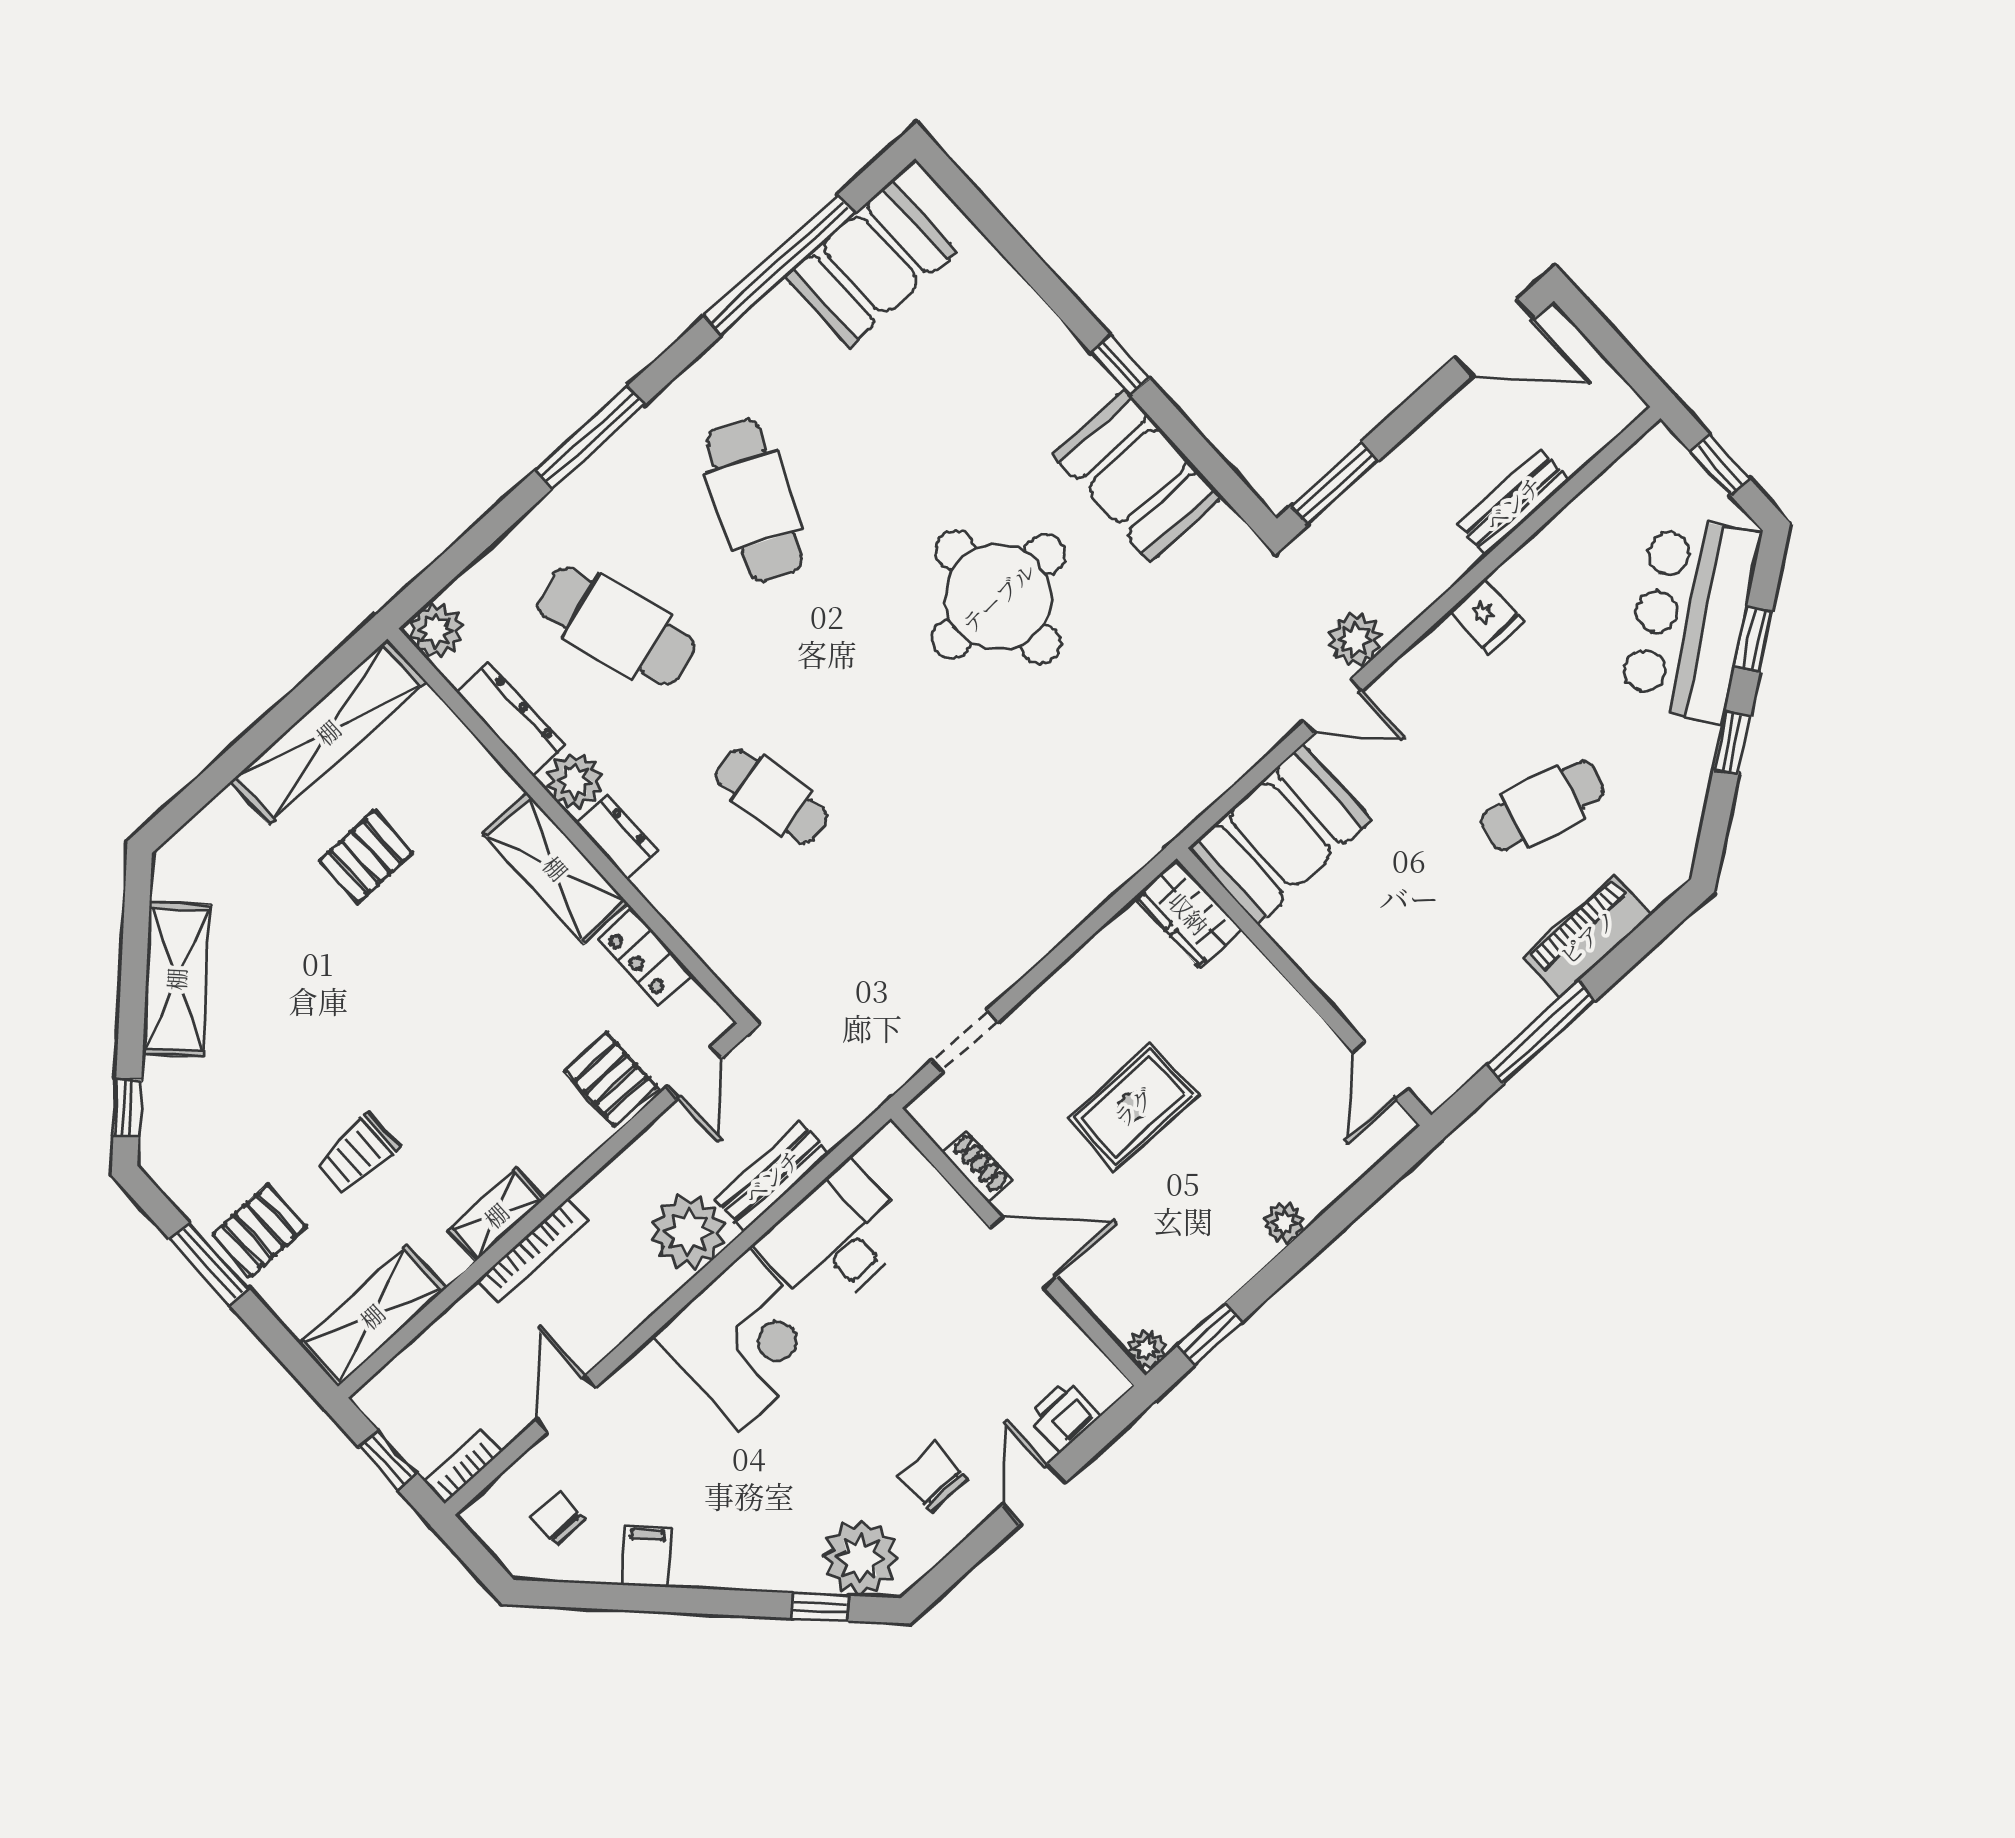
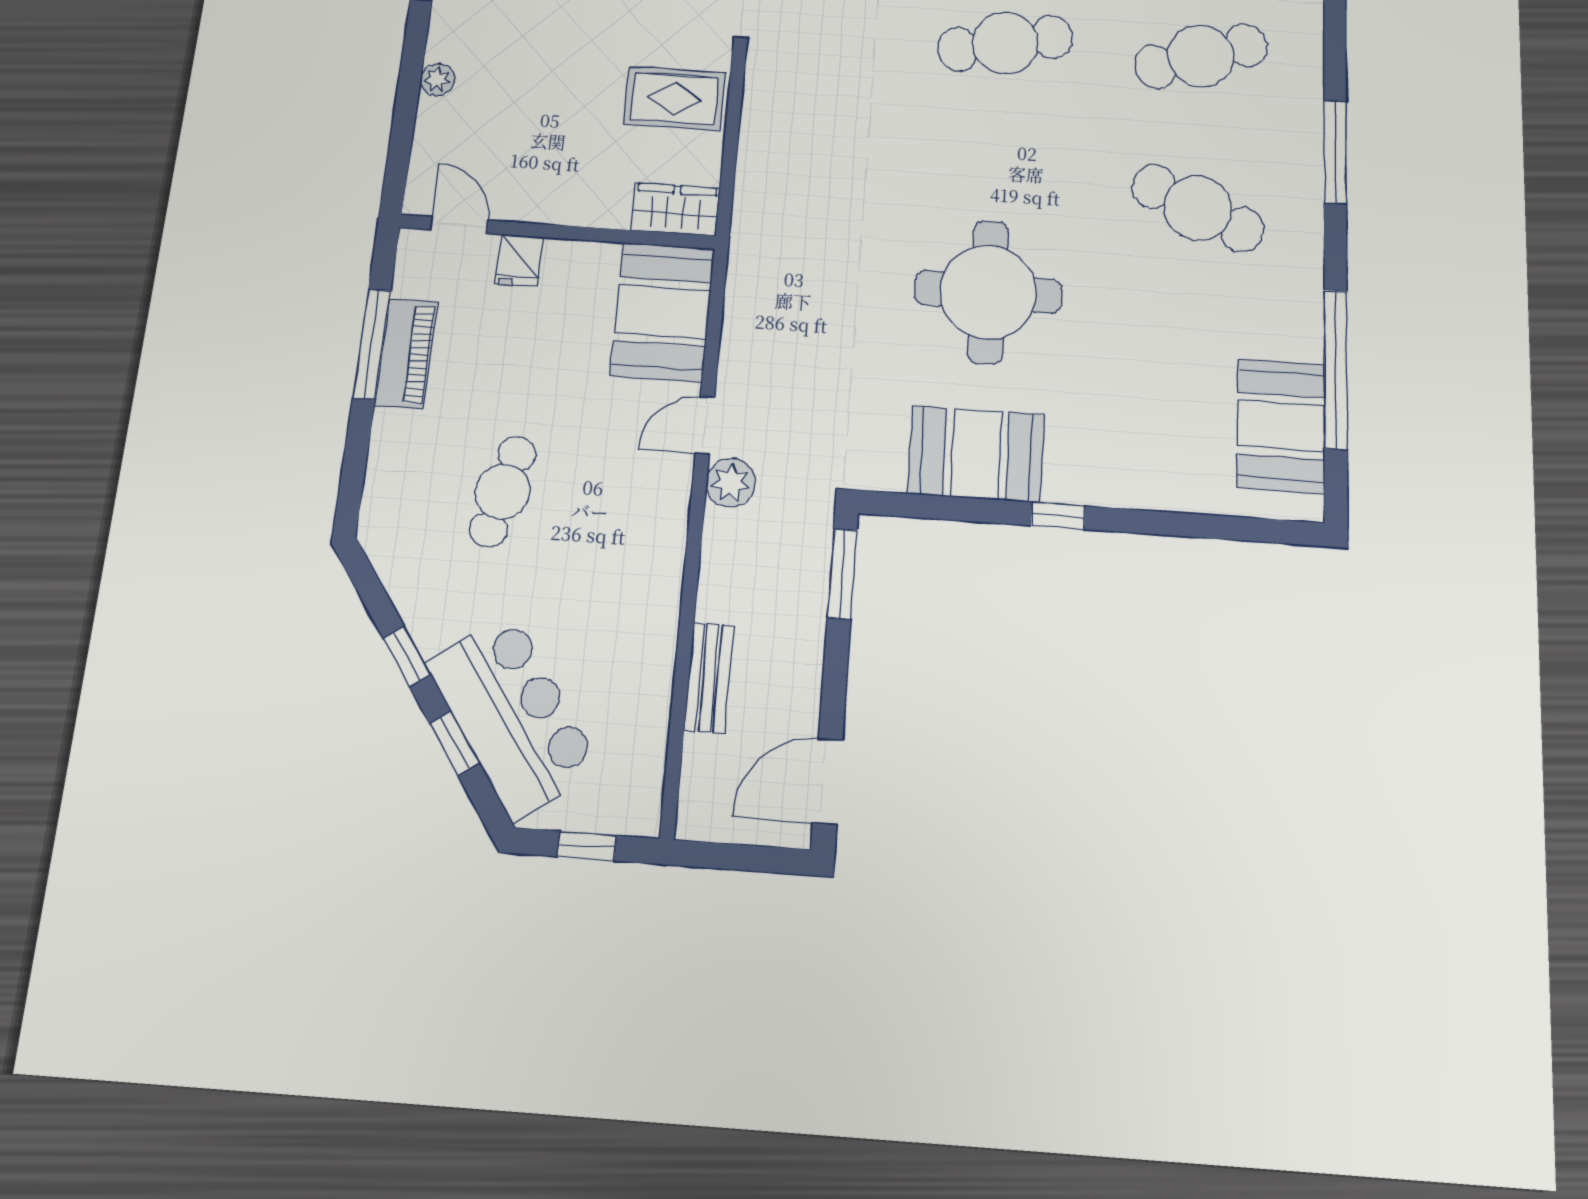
fridge: (1486, 616) -> (519, 260), moved, turned -90
cafe table: (771, 796) -> (1005, 43), width x1.37, depth x1.35
piano: (1588, 936) -> (406, 353), moved
rug: (1133, 1107) -> (675, 99), moved, turned 90

